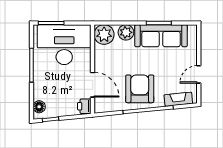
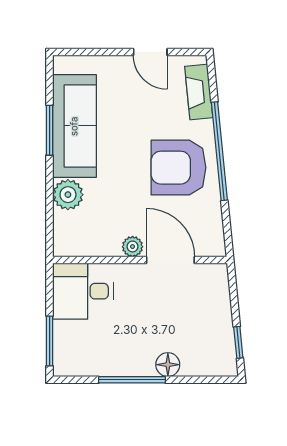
plant: (104, 35) -> (133, 247), moved, width x0.53, depth x0.53
desk: (64, 45) -> (83, 291), width x0.53, depth x0.77
door: (93, 85) -> (170, 260), hinge flipped
printer: (84, 106) -> (213, 276), removed
floor lamp: (39, 107) -> (168, 365), moved

